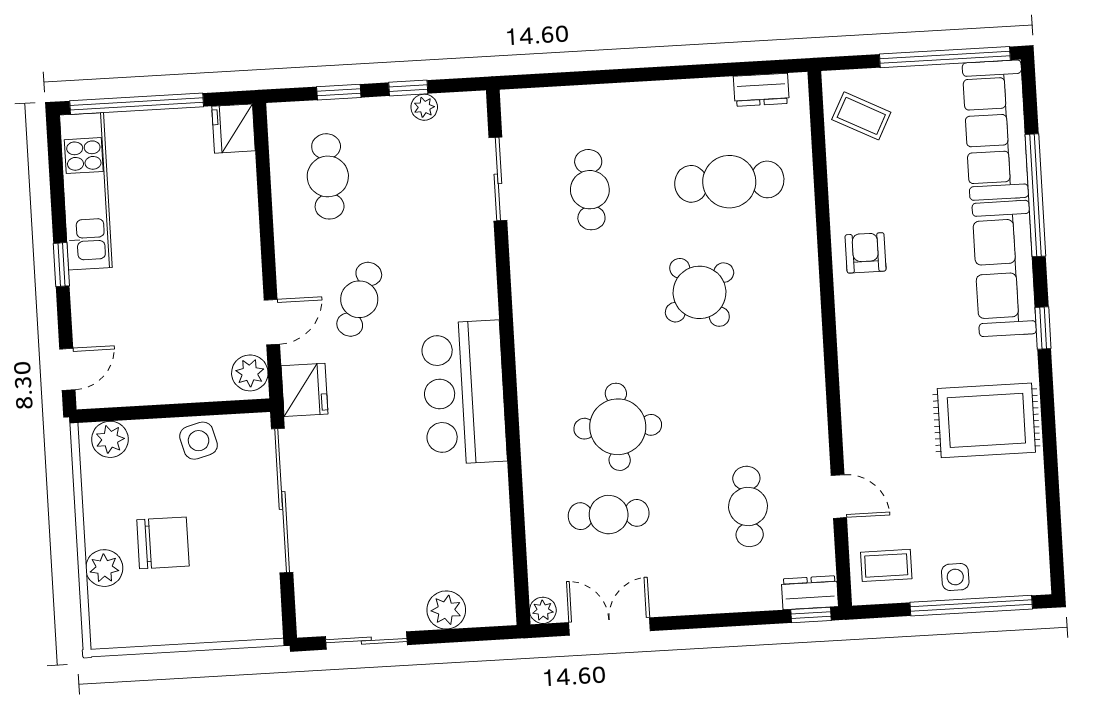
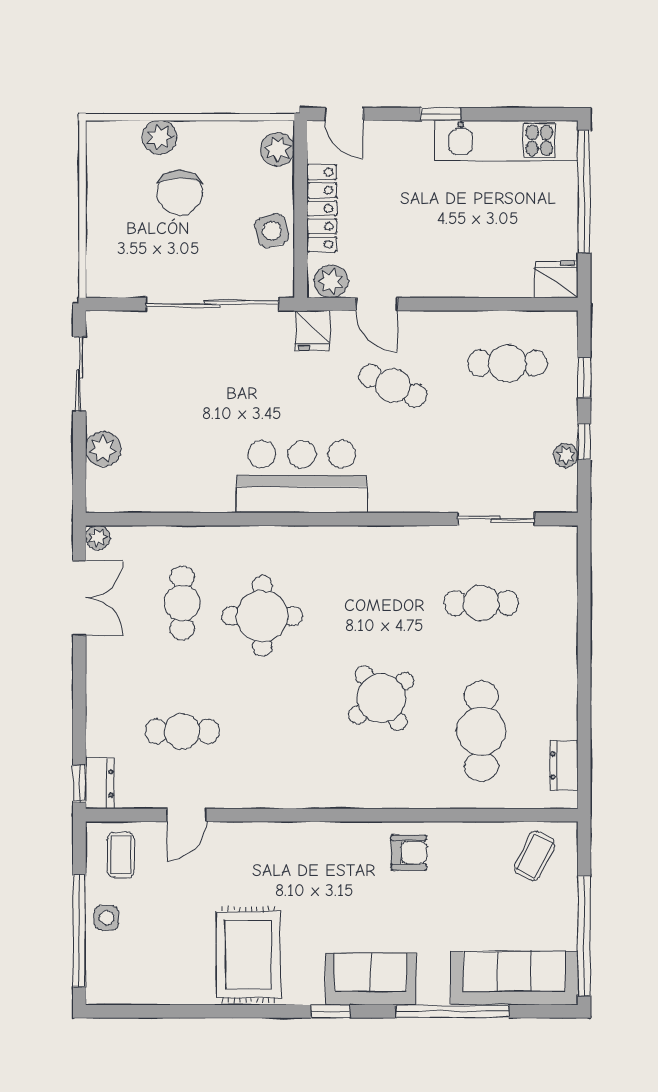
sofa: (1004, 268) -> (371, 979), width x0.73
locker: (171, 388) -> (322, 208), added
fridge: (305, 390) -> (313, 331), width x0.72

